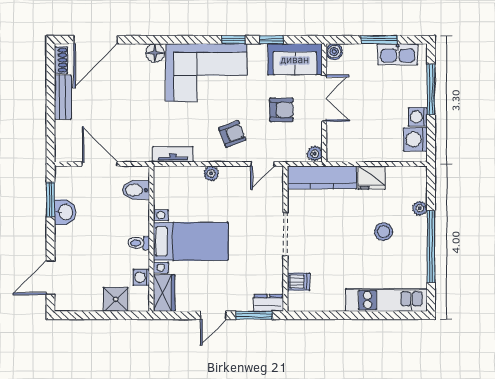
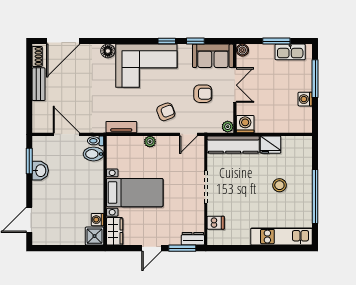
washing machine: (415, 139) -> (245, 124), moved, turned 90
plant: (420, 208) -> (307, 168), removed
toilet: (139, 243) -> (96, 141), moved
shower: (116, 299) -> (95, 236), moved

